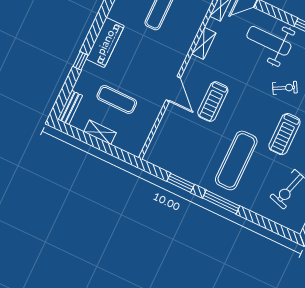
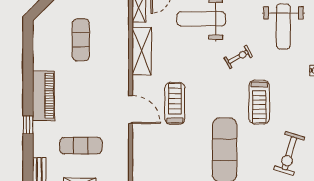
shelving: (204, 43) -> (142, 51), width x1.50, depth x1.33
treadmill: (213, 102) -> (175, 103), turned 180

